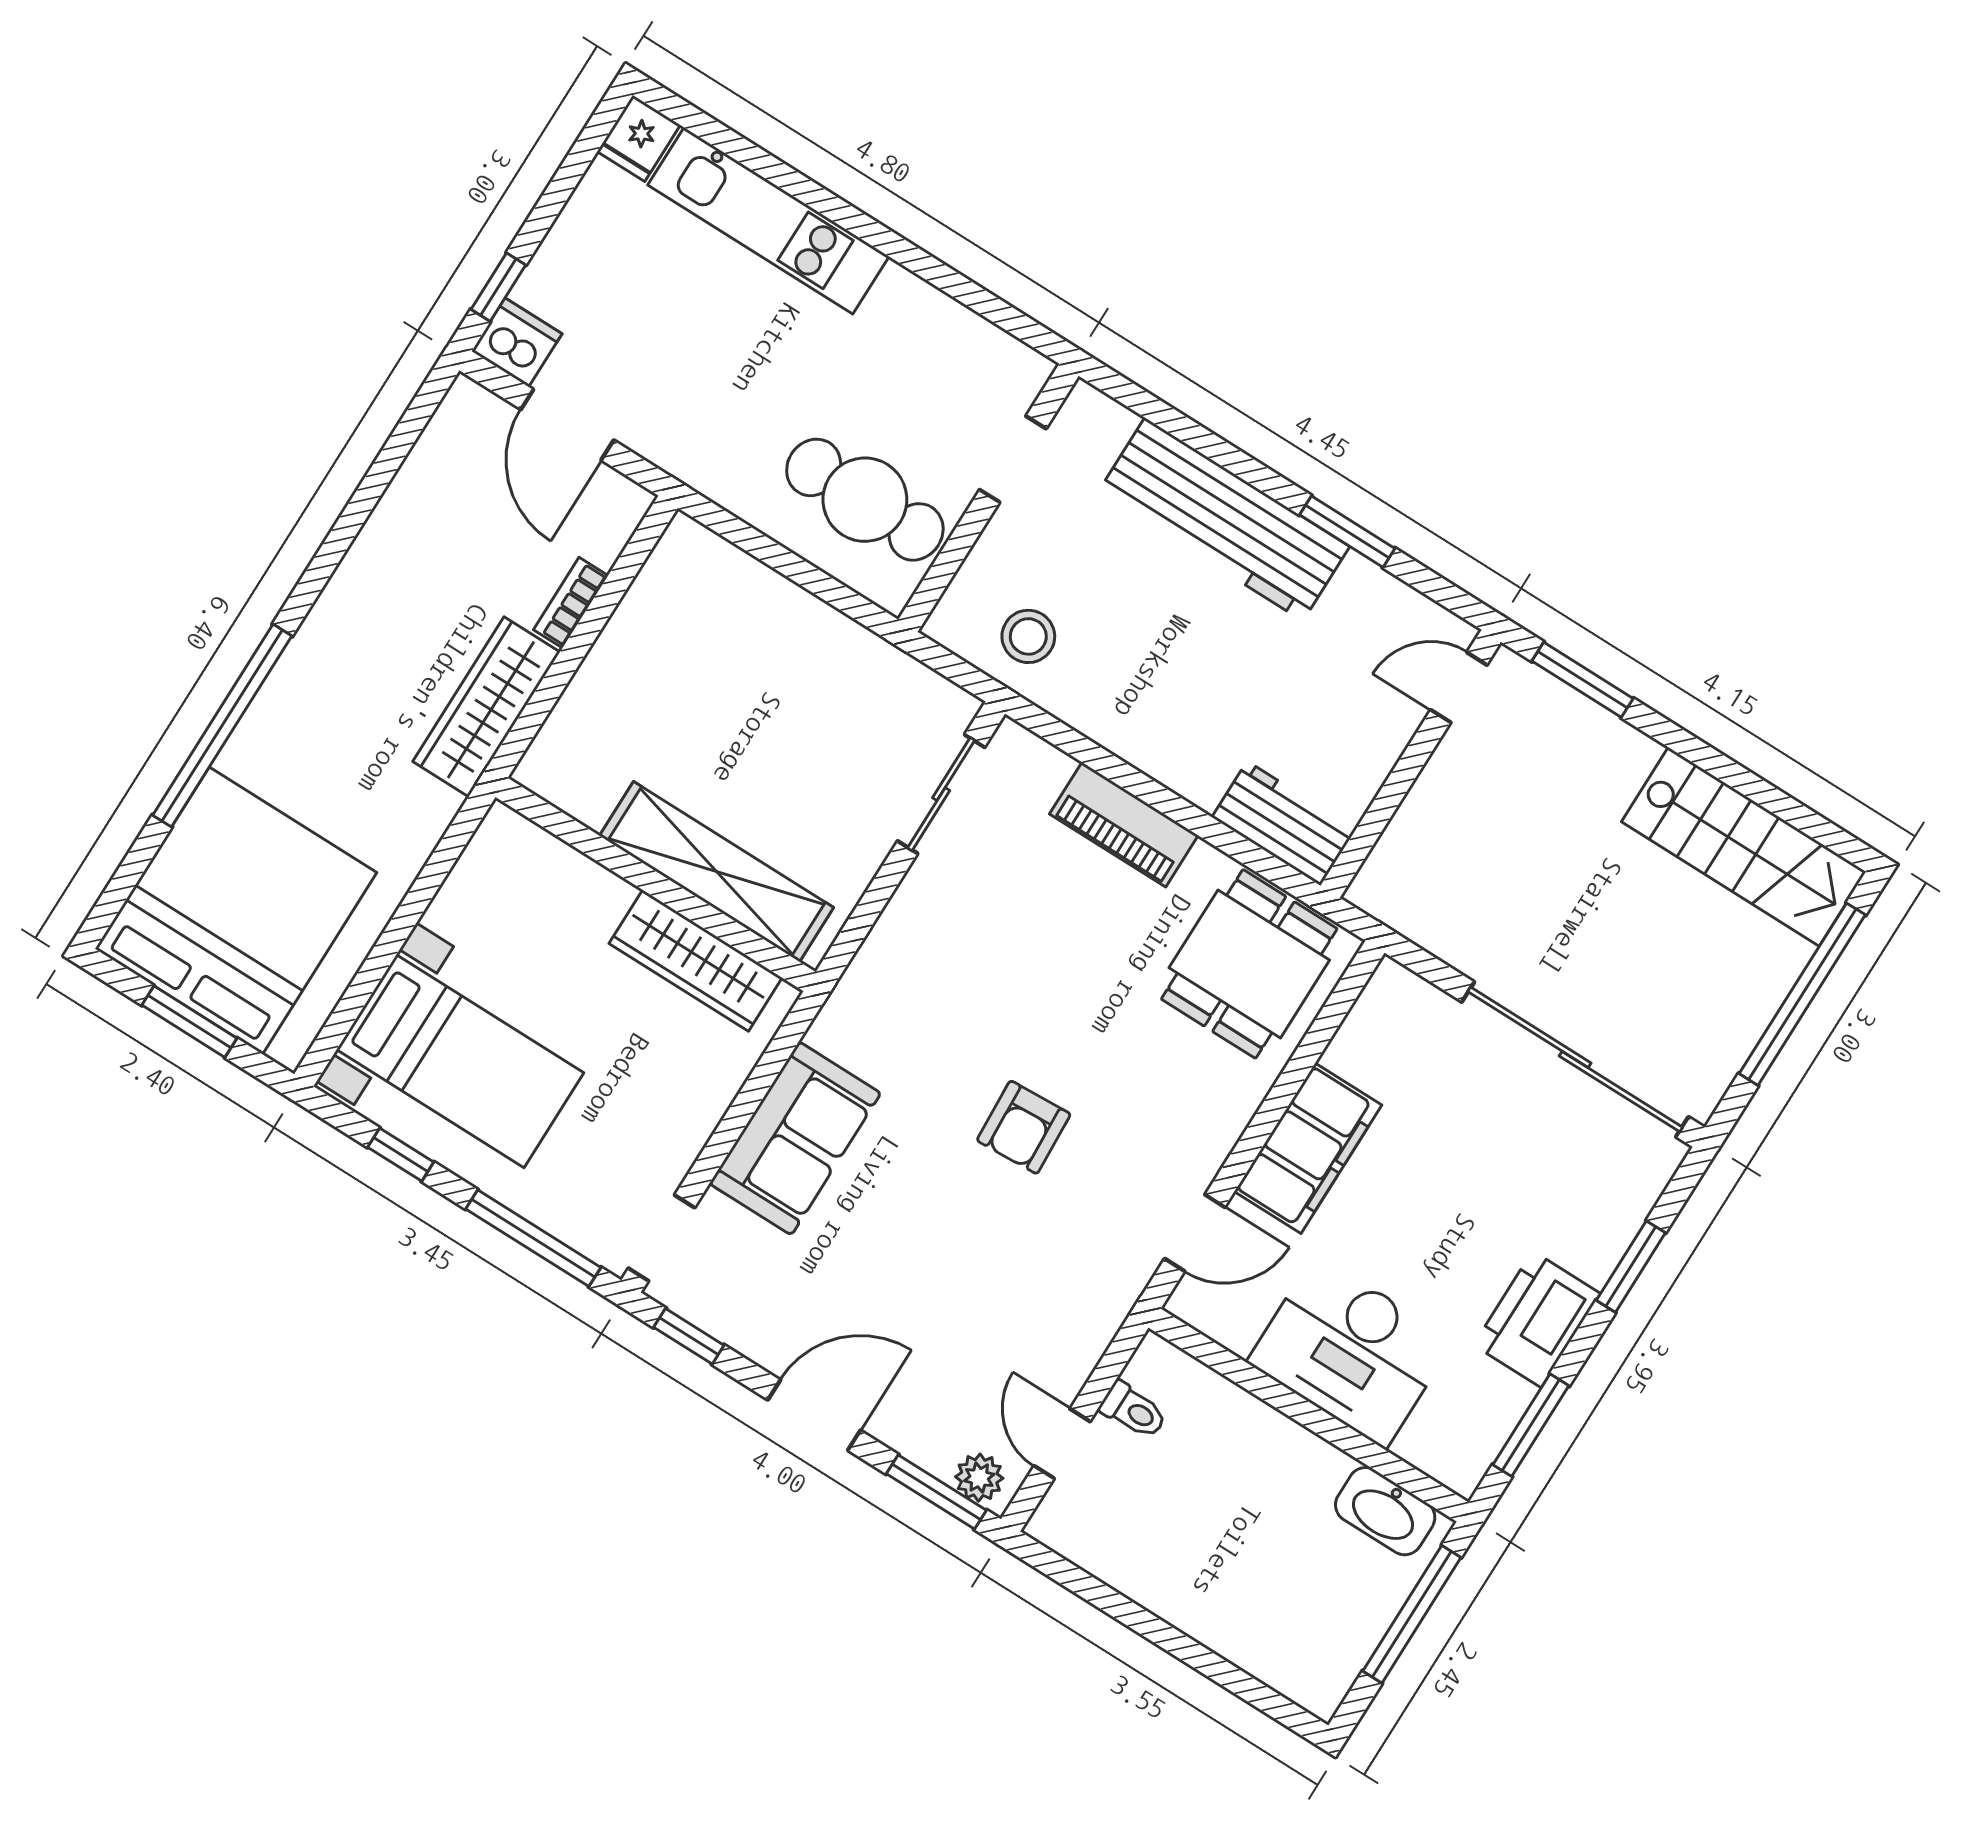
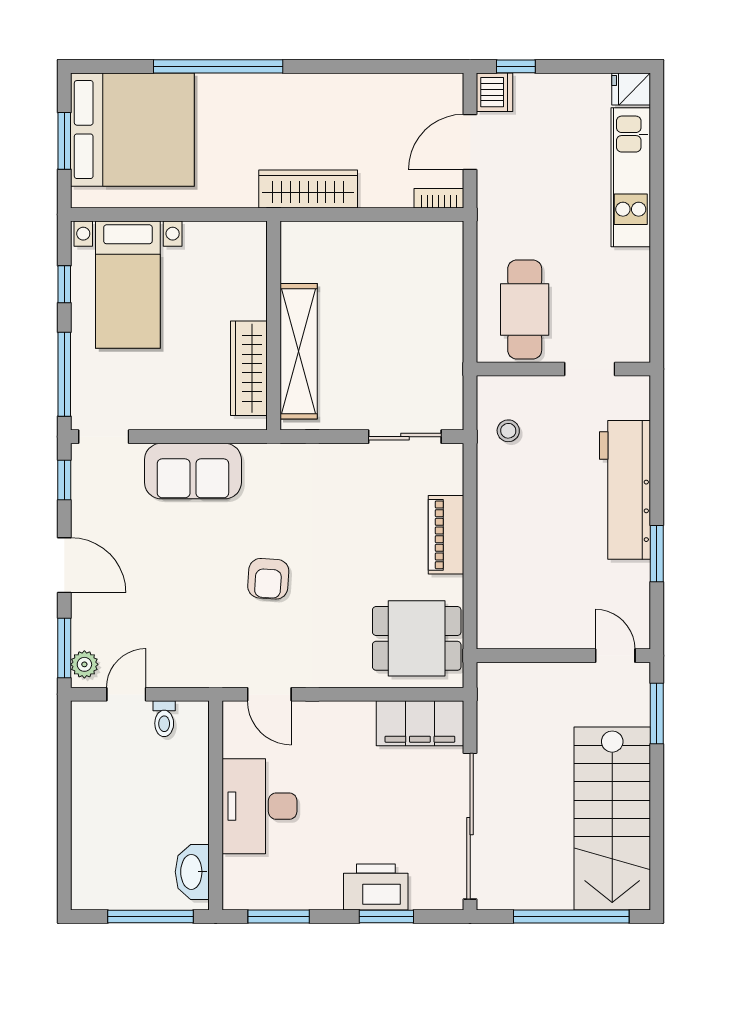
bookcase: (571, 603) -> (439, 198), moved
stool: (1028, 636) -> (508, 431), width x0.73, depth x0.73
workbench: (1284, 823) -> (496, 612), removed
stairs: (1744, 847) -> (612, 818), width x1.36, depth x1.51
armchair: (1024, 1127) -> (268, 579), turned -83
filing cabinet: (1308, 1148) -> (420, 723), moved
printer: (1537, 1319) -> (376, 887), moved

